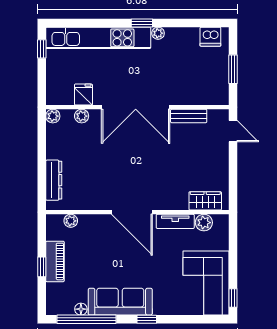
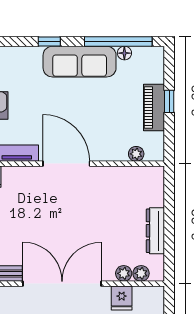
plant: (53, 116) -> (141, 273), moved
dresser: (54, 180) -> (155, 231), moved

